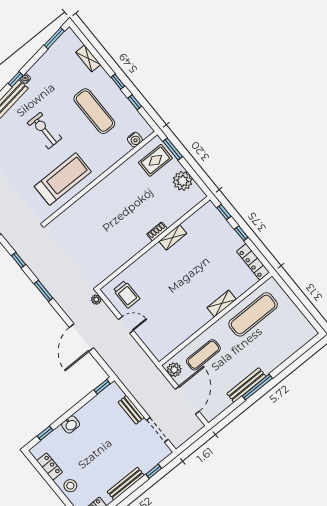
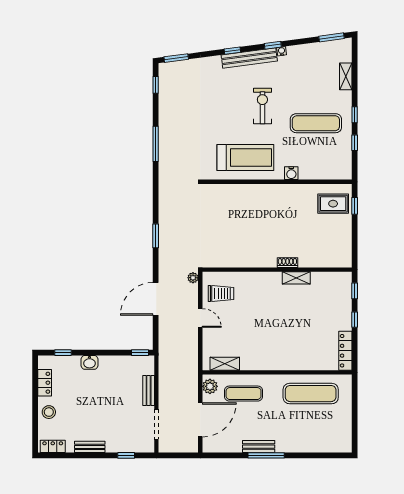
exercise mat: (94, 111) -> (316, 123), turned 90
water cooler: (135, 140) -> (291, 173), moved
window: (173, 149) -> (355, 206), width x0.67
plant: (183, 181) -> (342, 238), removed
window: (19, 260) -> (156, 194), removed
trolley: (126, 294) -> (221, 294), turned -90
shelving: (222, 303) -> (225, 364), moved
bench: (246, 385) -> (259, 447), width x0.73
bench: (126, 484) -> (90, 447), width x0.73

